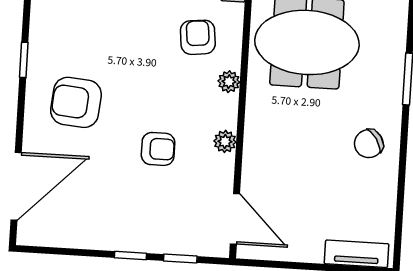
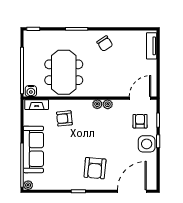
plant: (229, 82) -> (97, 104), moved
armchair: (158, 149) -> (140, 121), moved
door: (16, 186) -> (132, 191), hinge flipped
side table: (126, 228) -> (147, 144), added

